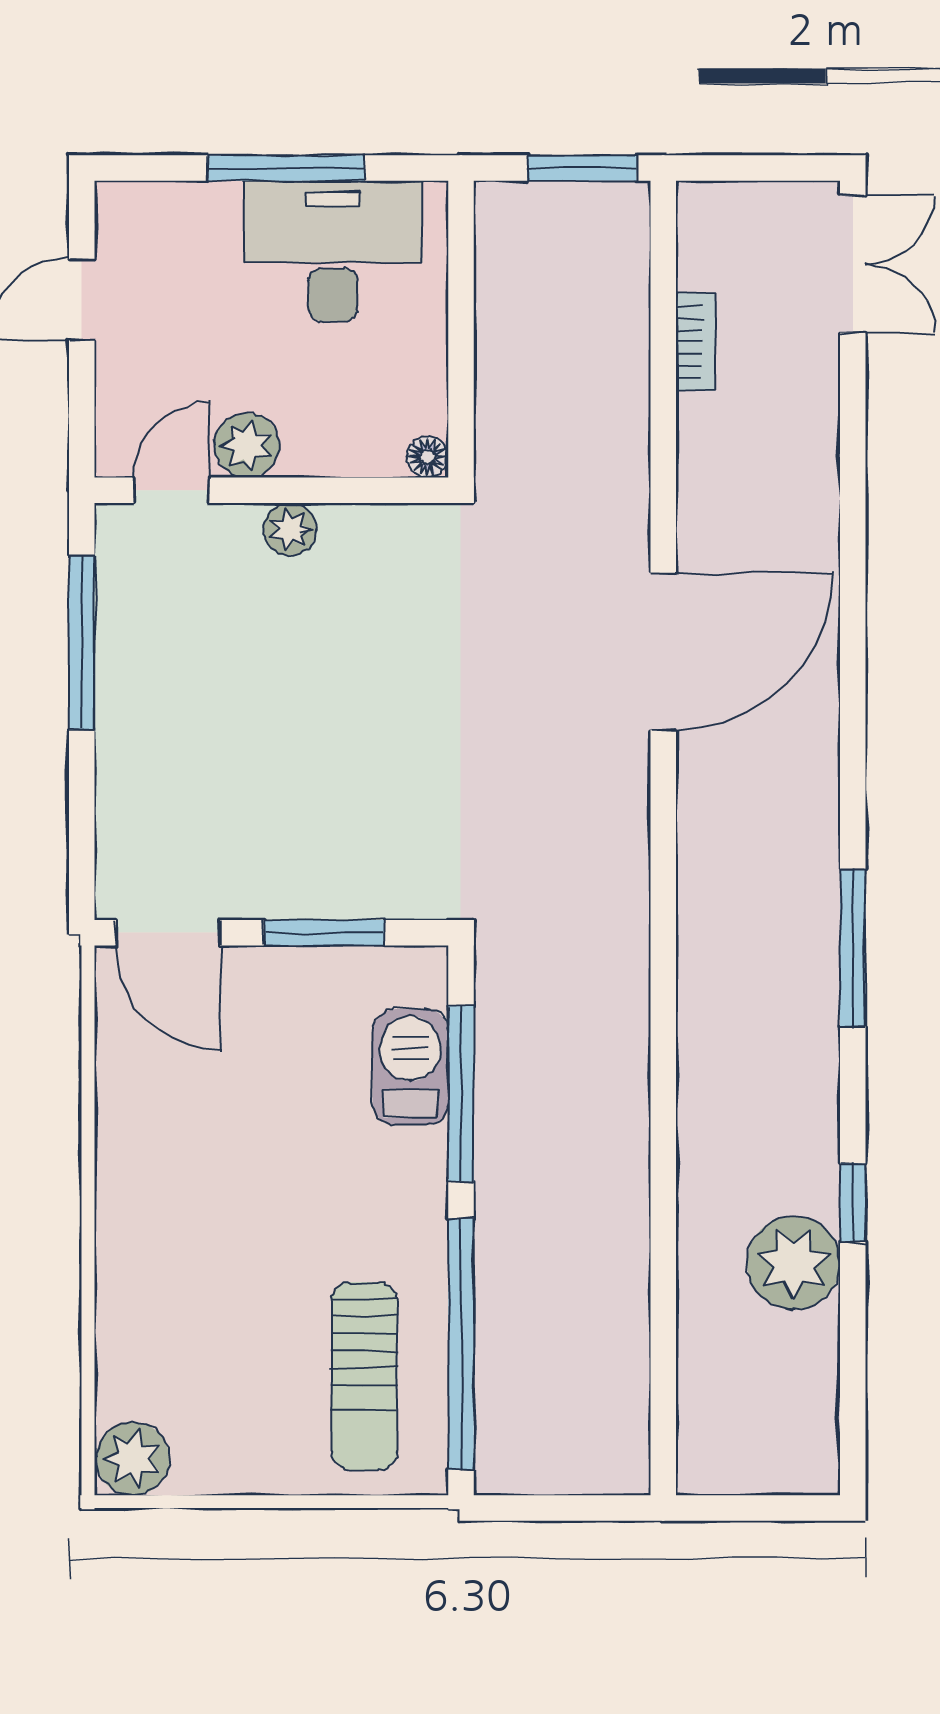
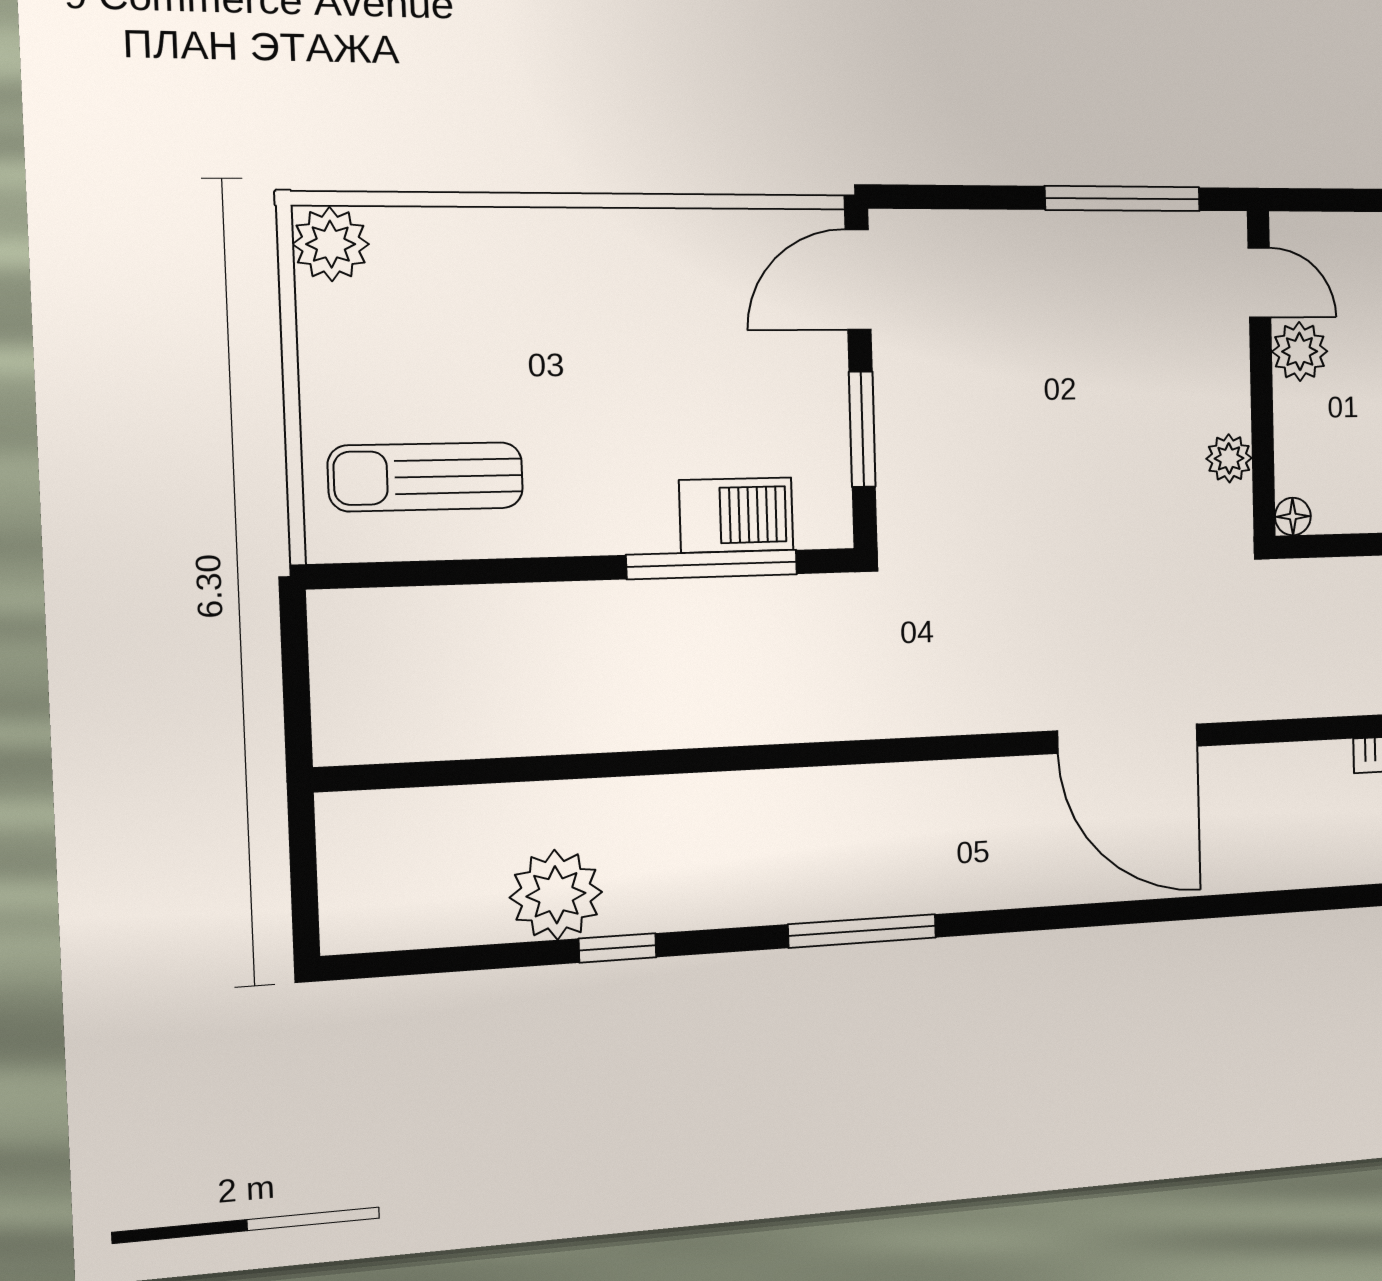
plant: (290, 529) -> (1229, 458), moved
window: (461, 1344) -> (462, 572), removed

